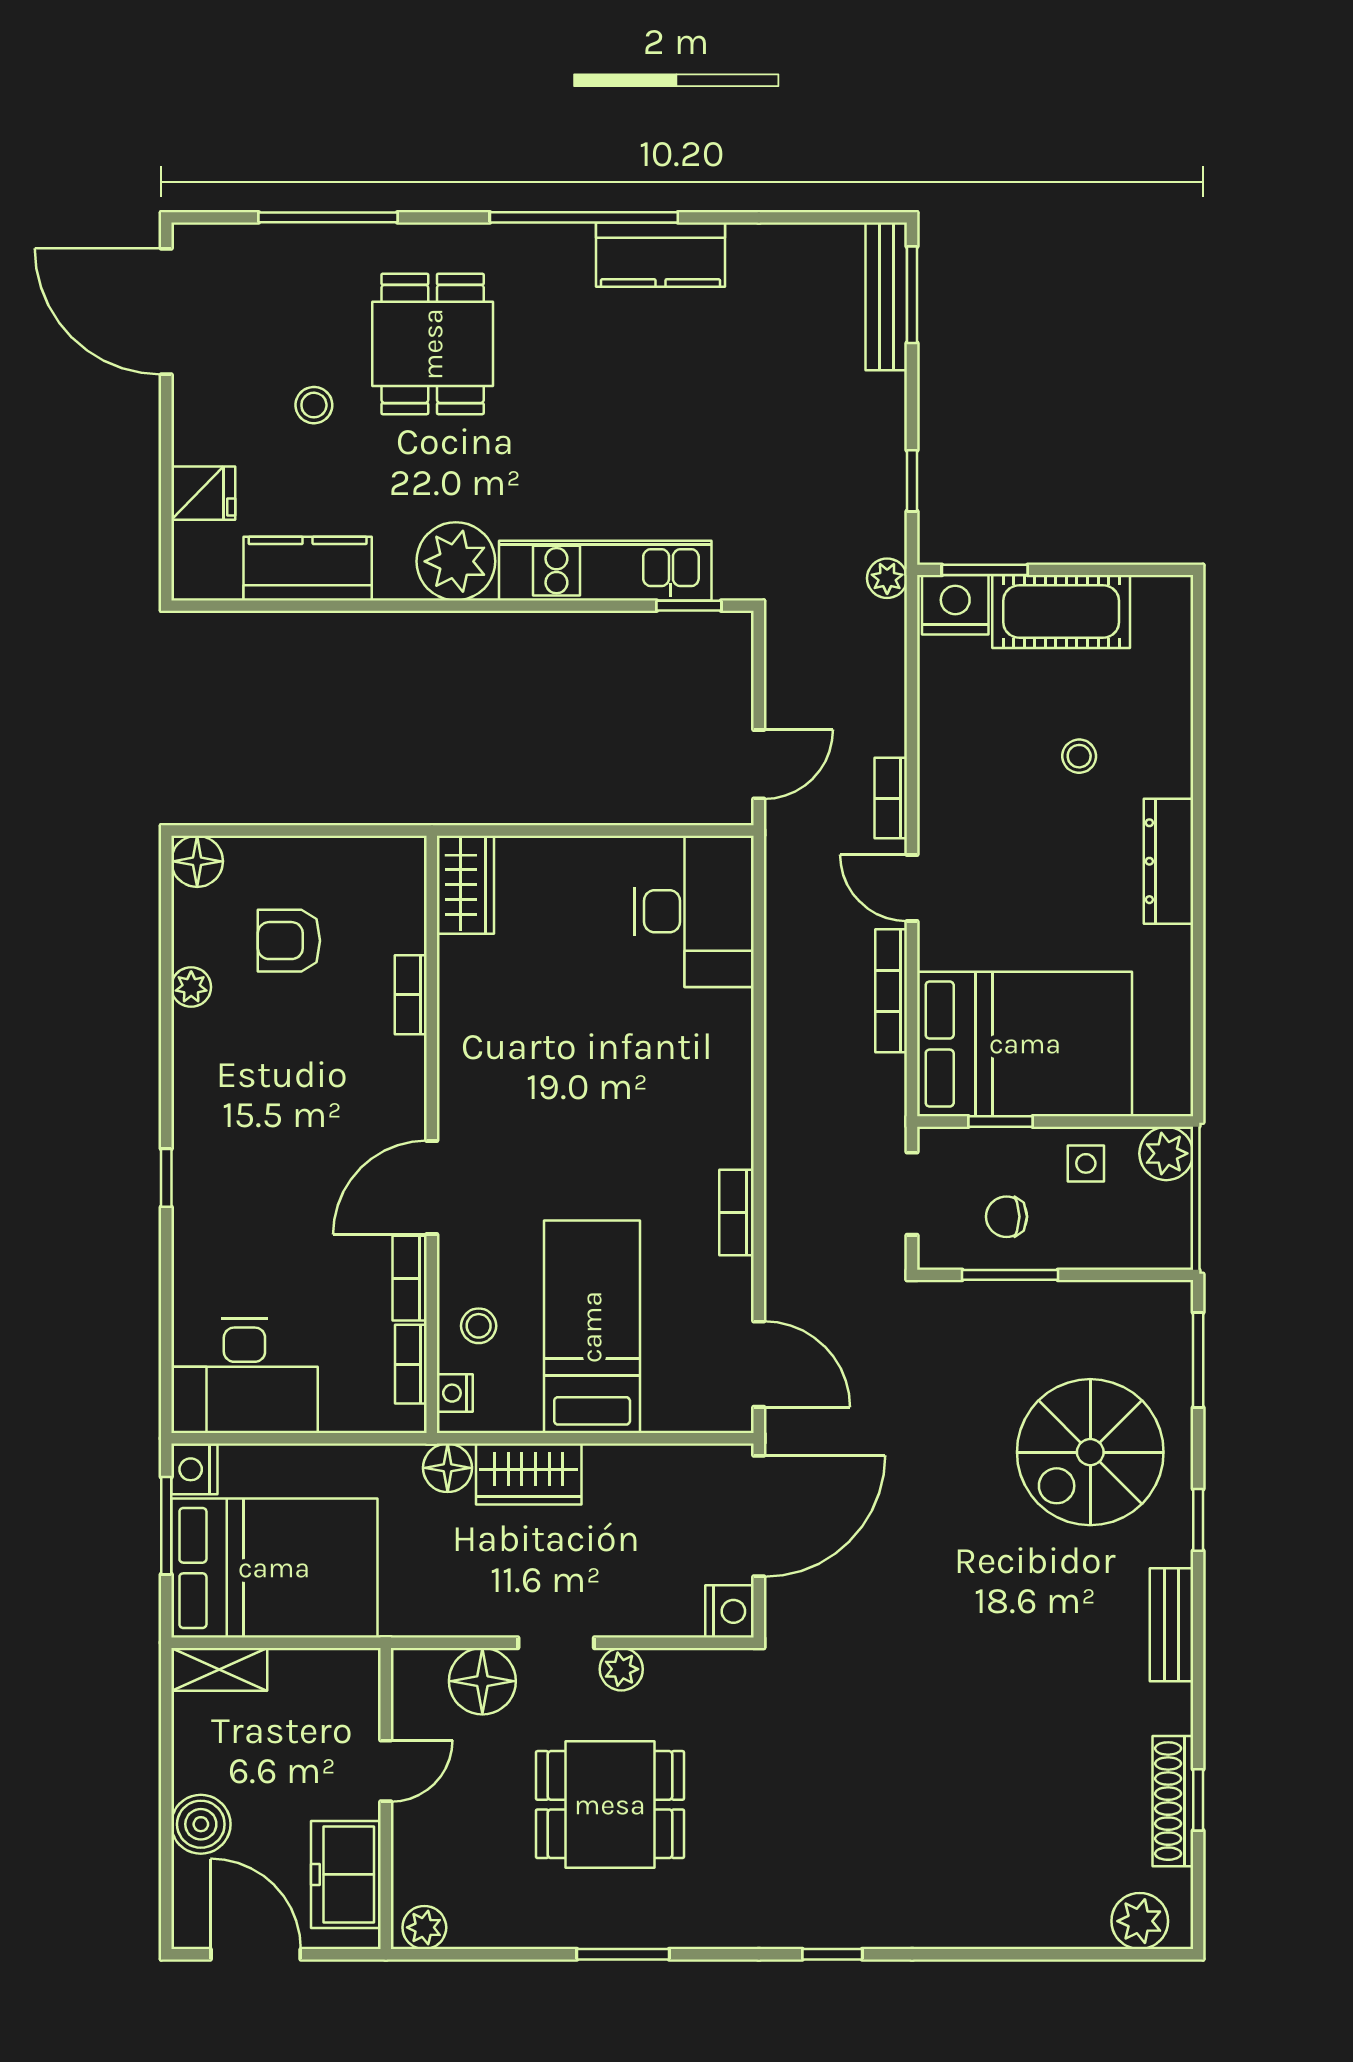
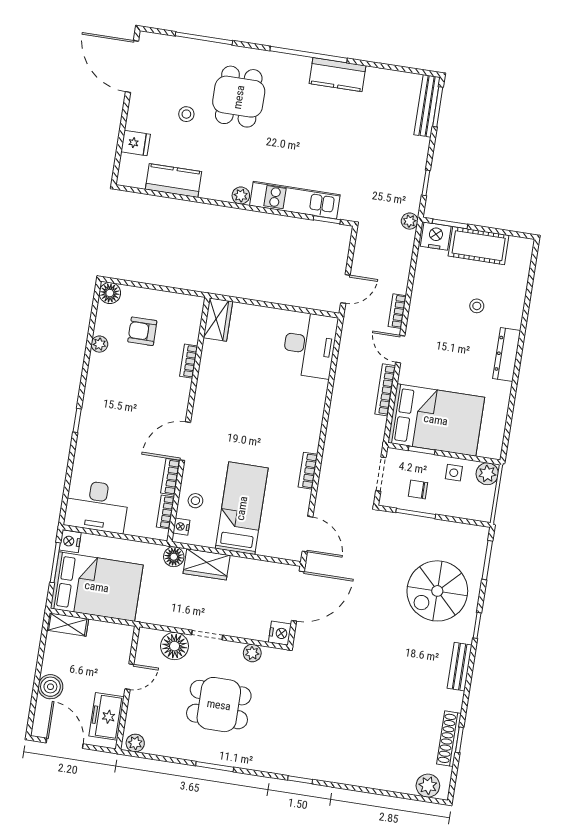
plant: (456, 561) -> (241, 196), width x0.53, depth x0.53
plant: (621, 1669) -> (252, 653), moved

